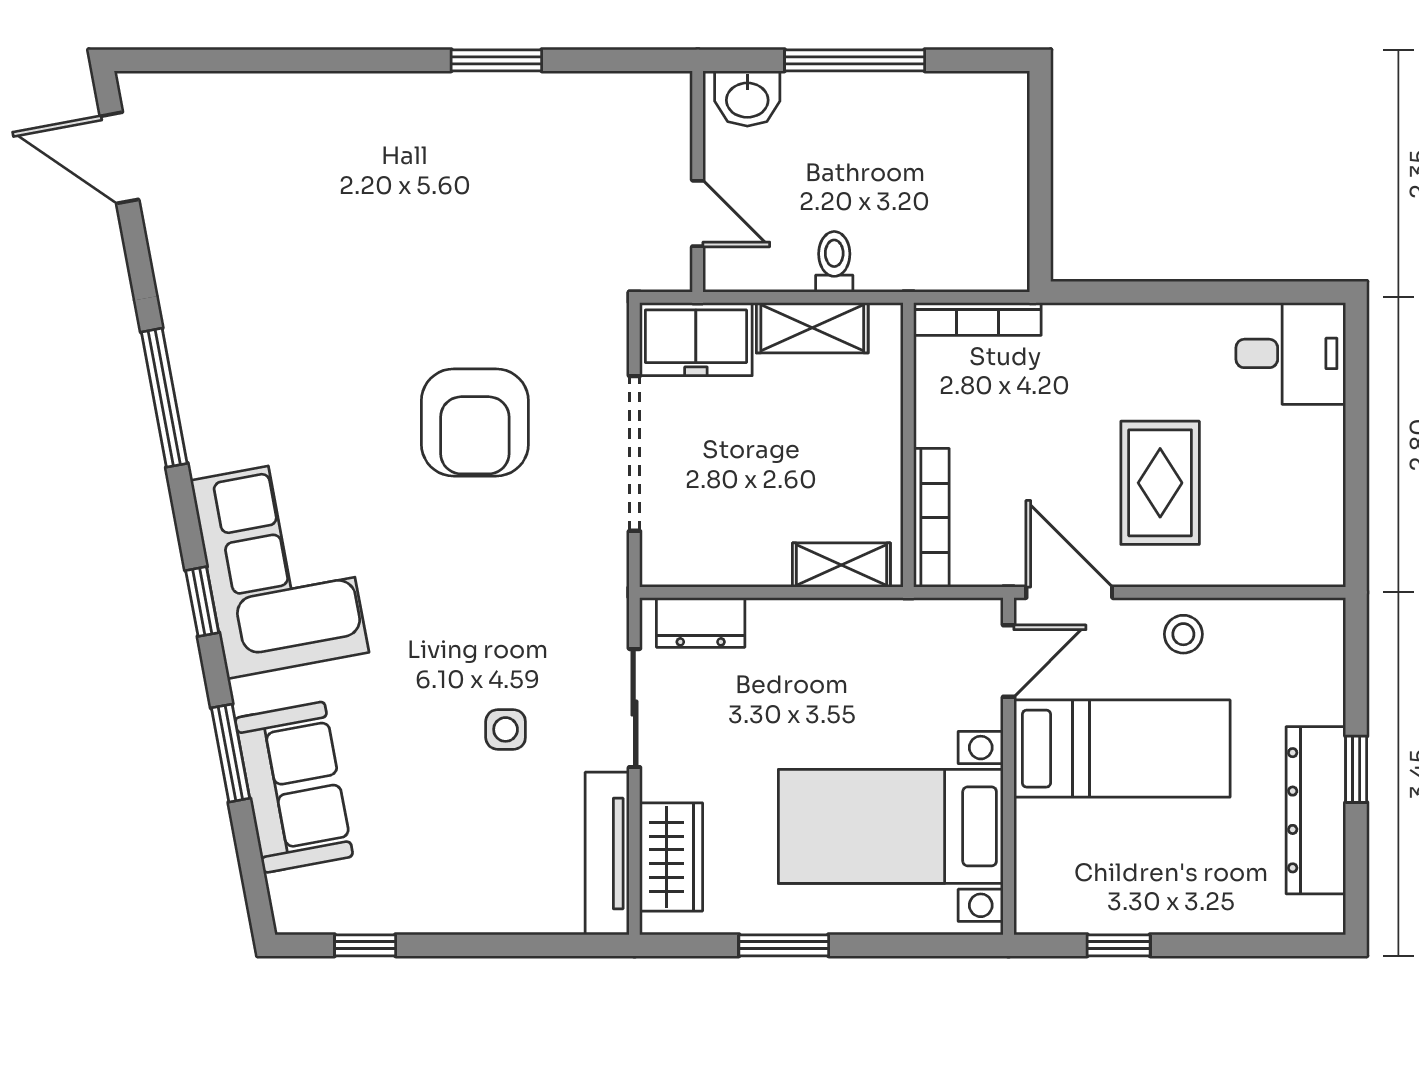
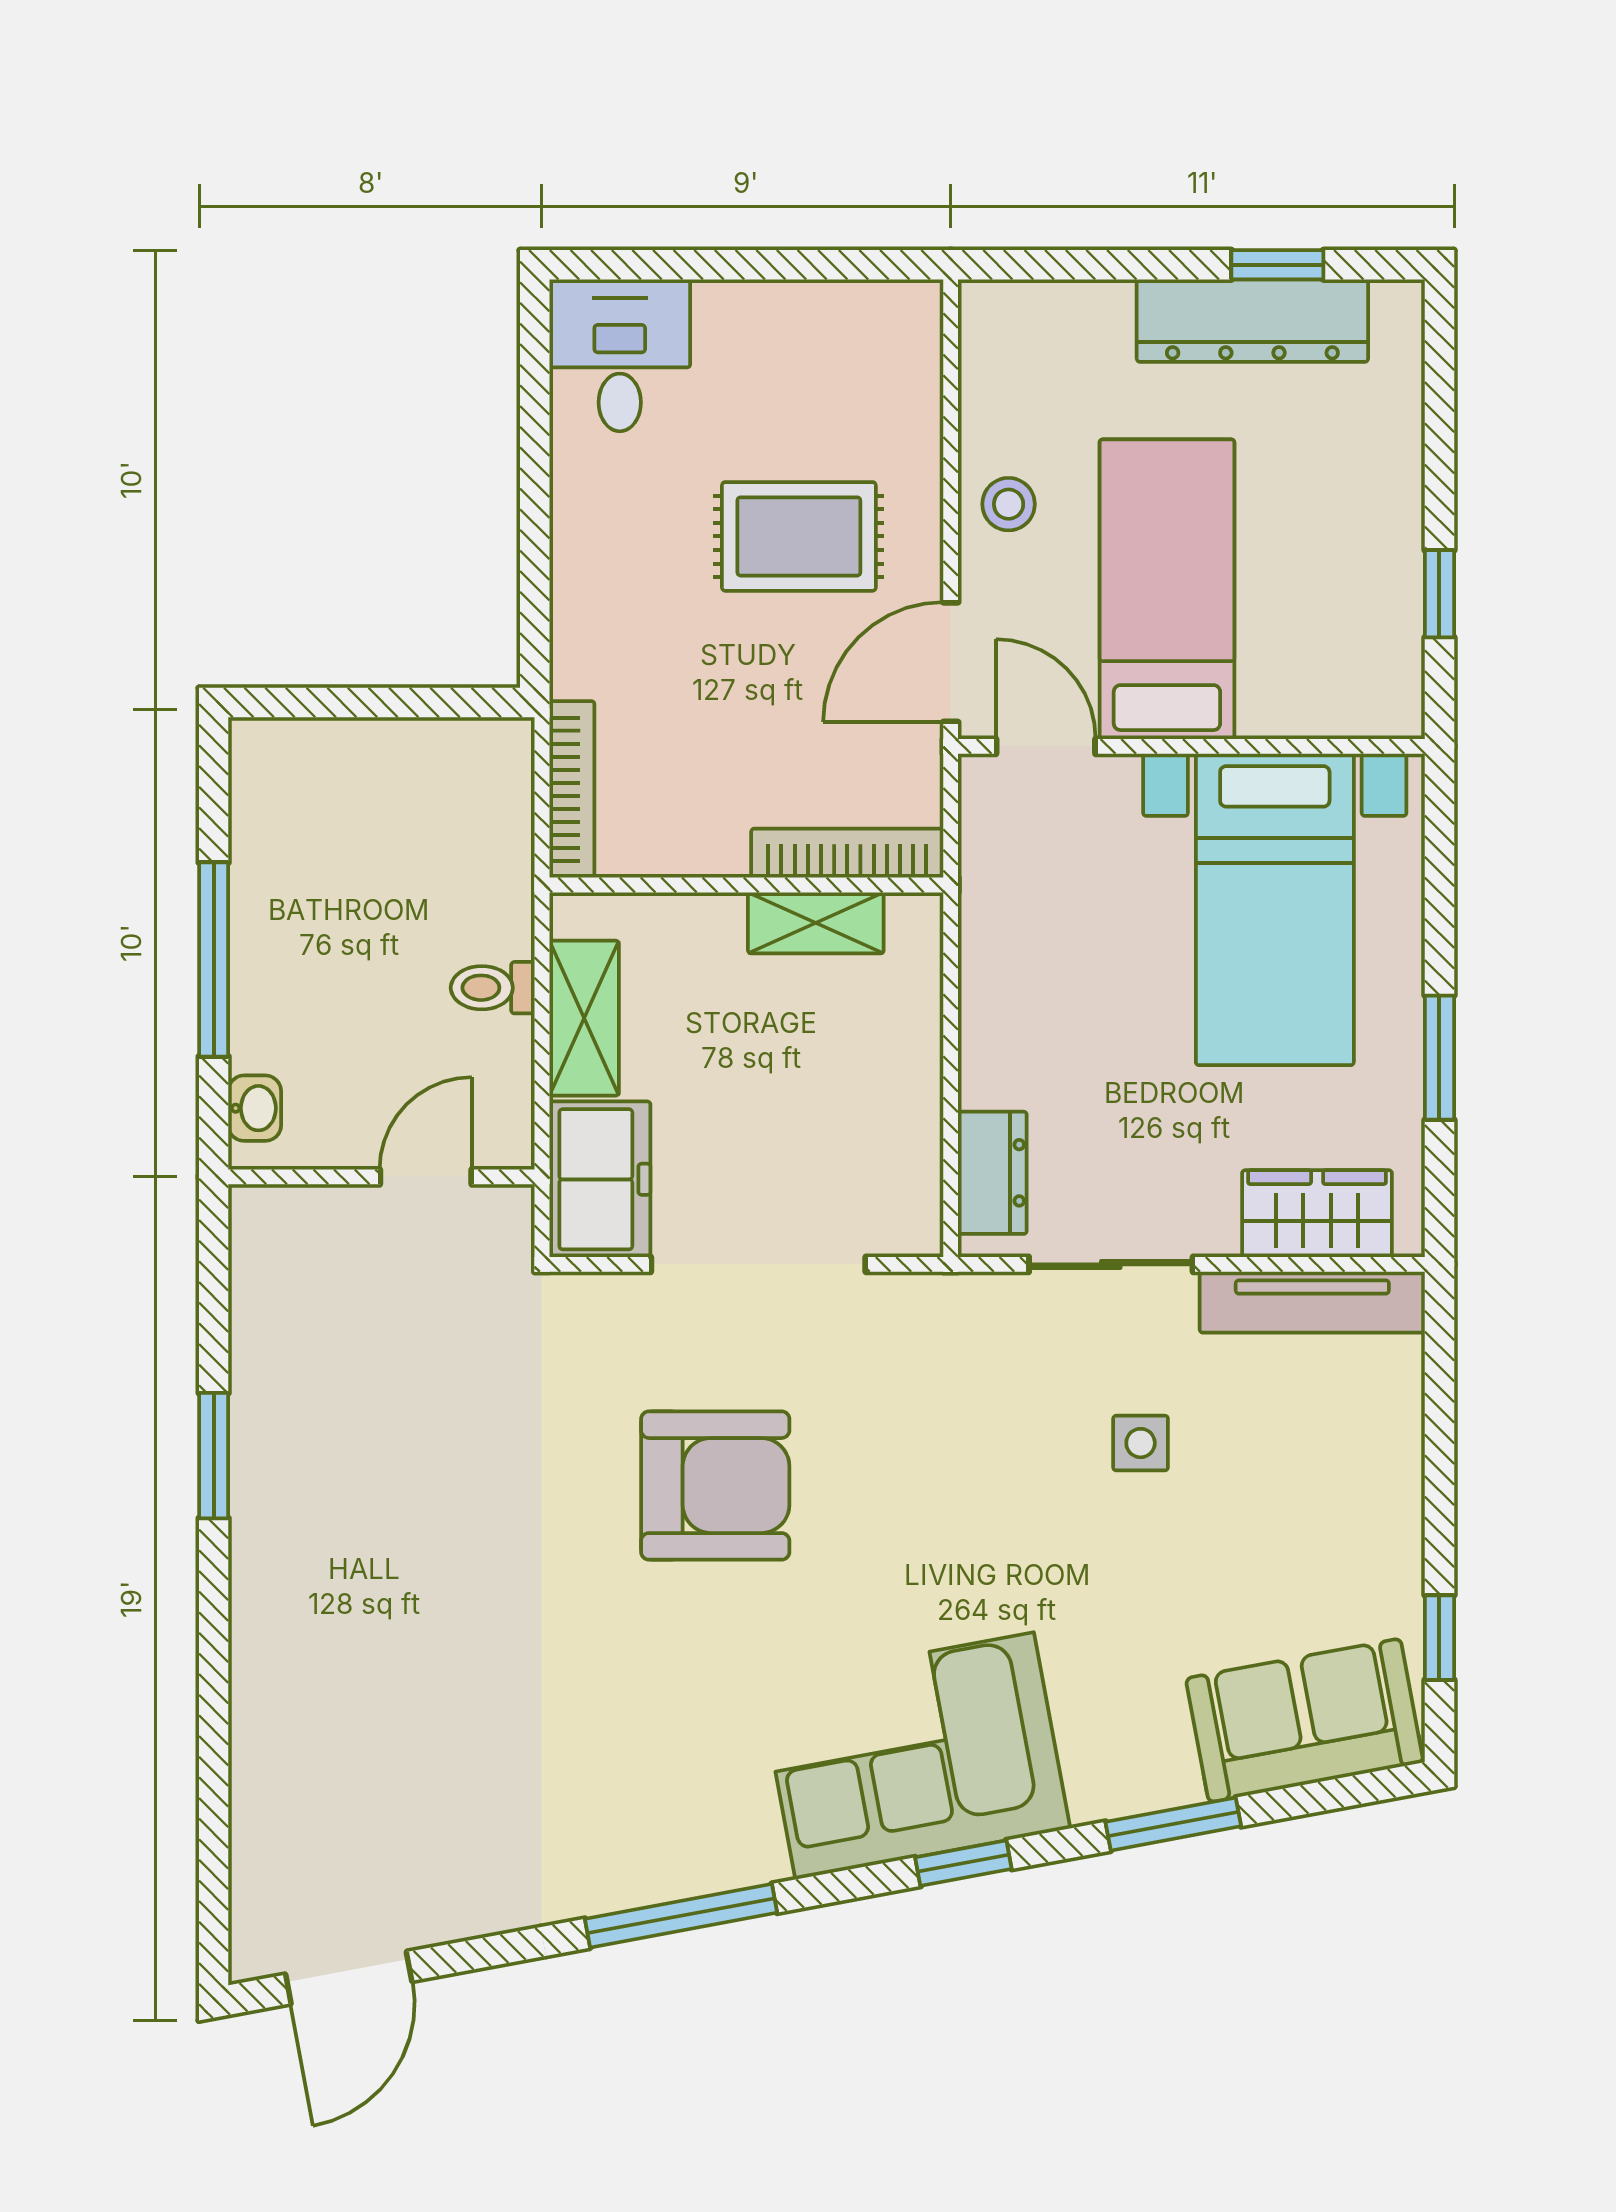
washbasin: (747, 98) -> (255, 1108), width x0.72, depth x0.69
shelving: (841, 565) -> (816, 923), moved, turned 90
window: (1356, 769) -> (1277, 265), moved
sofa: (294, 787) -> (1305, 1720), moved

